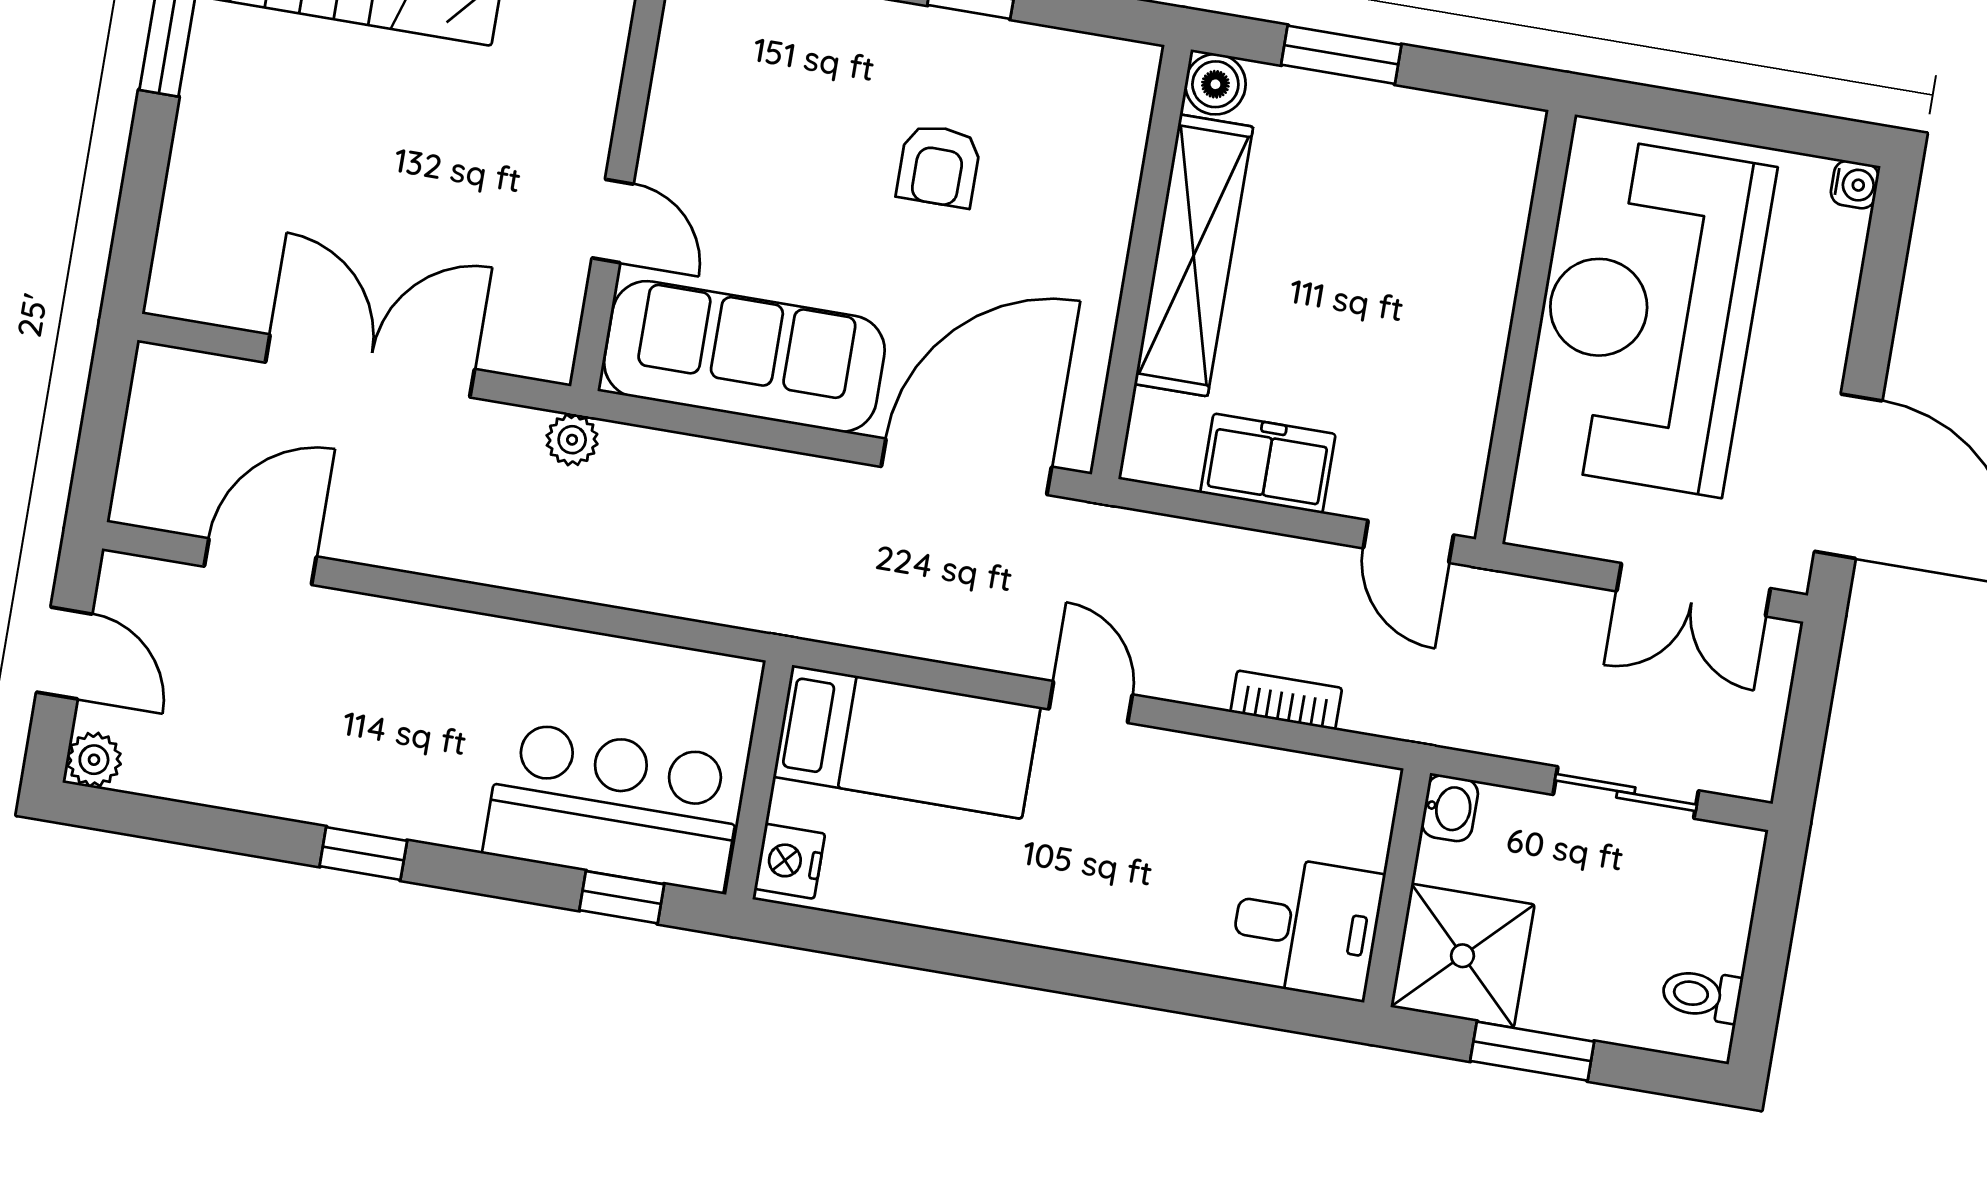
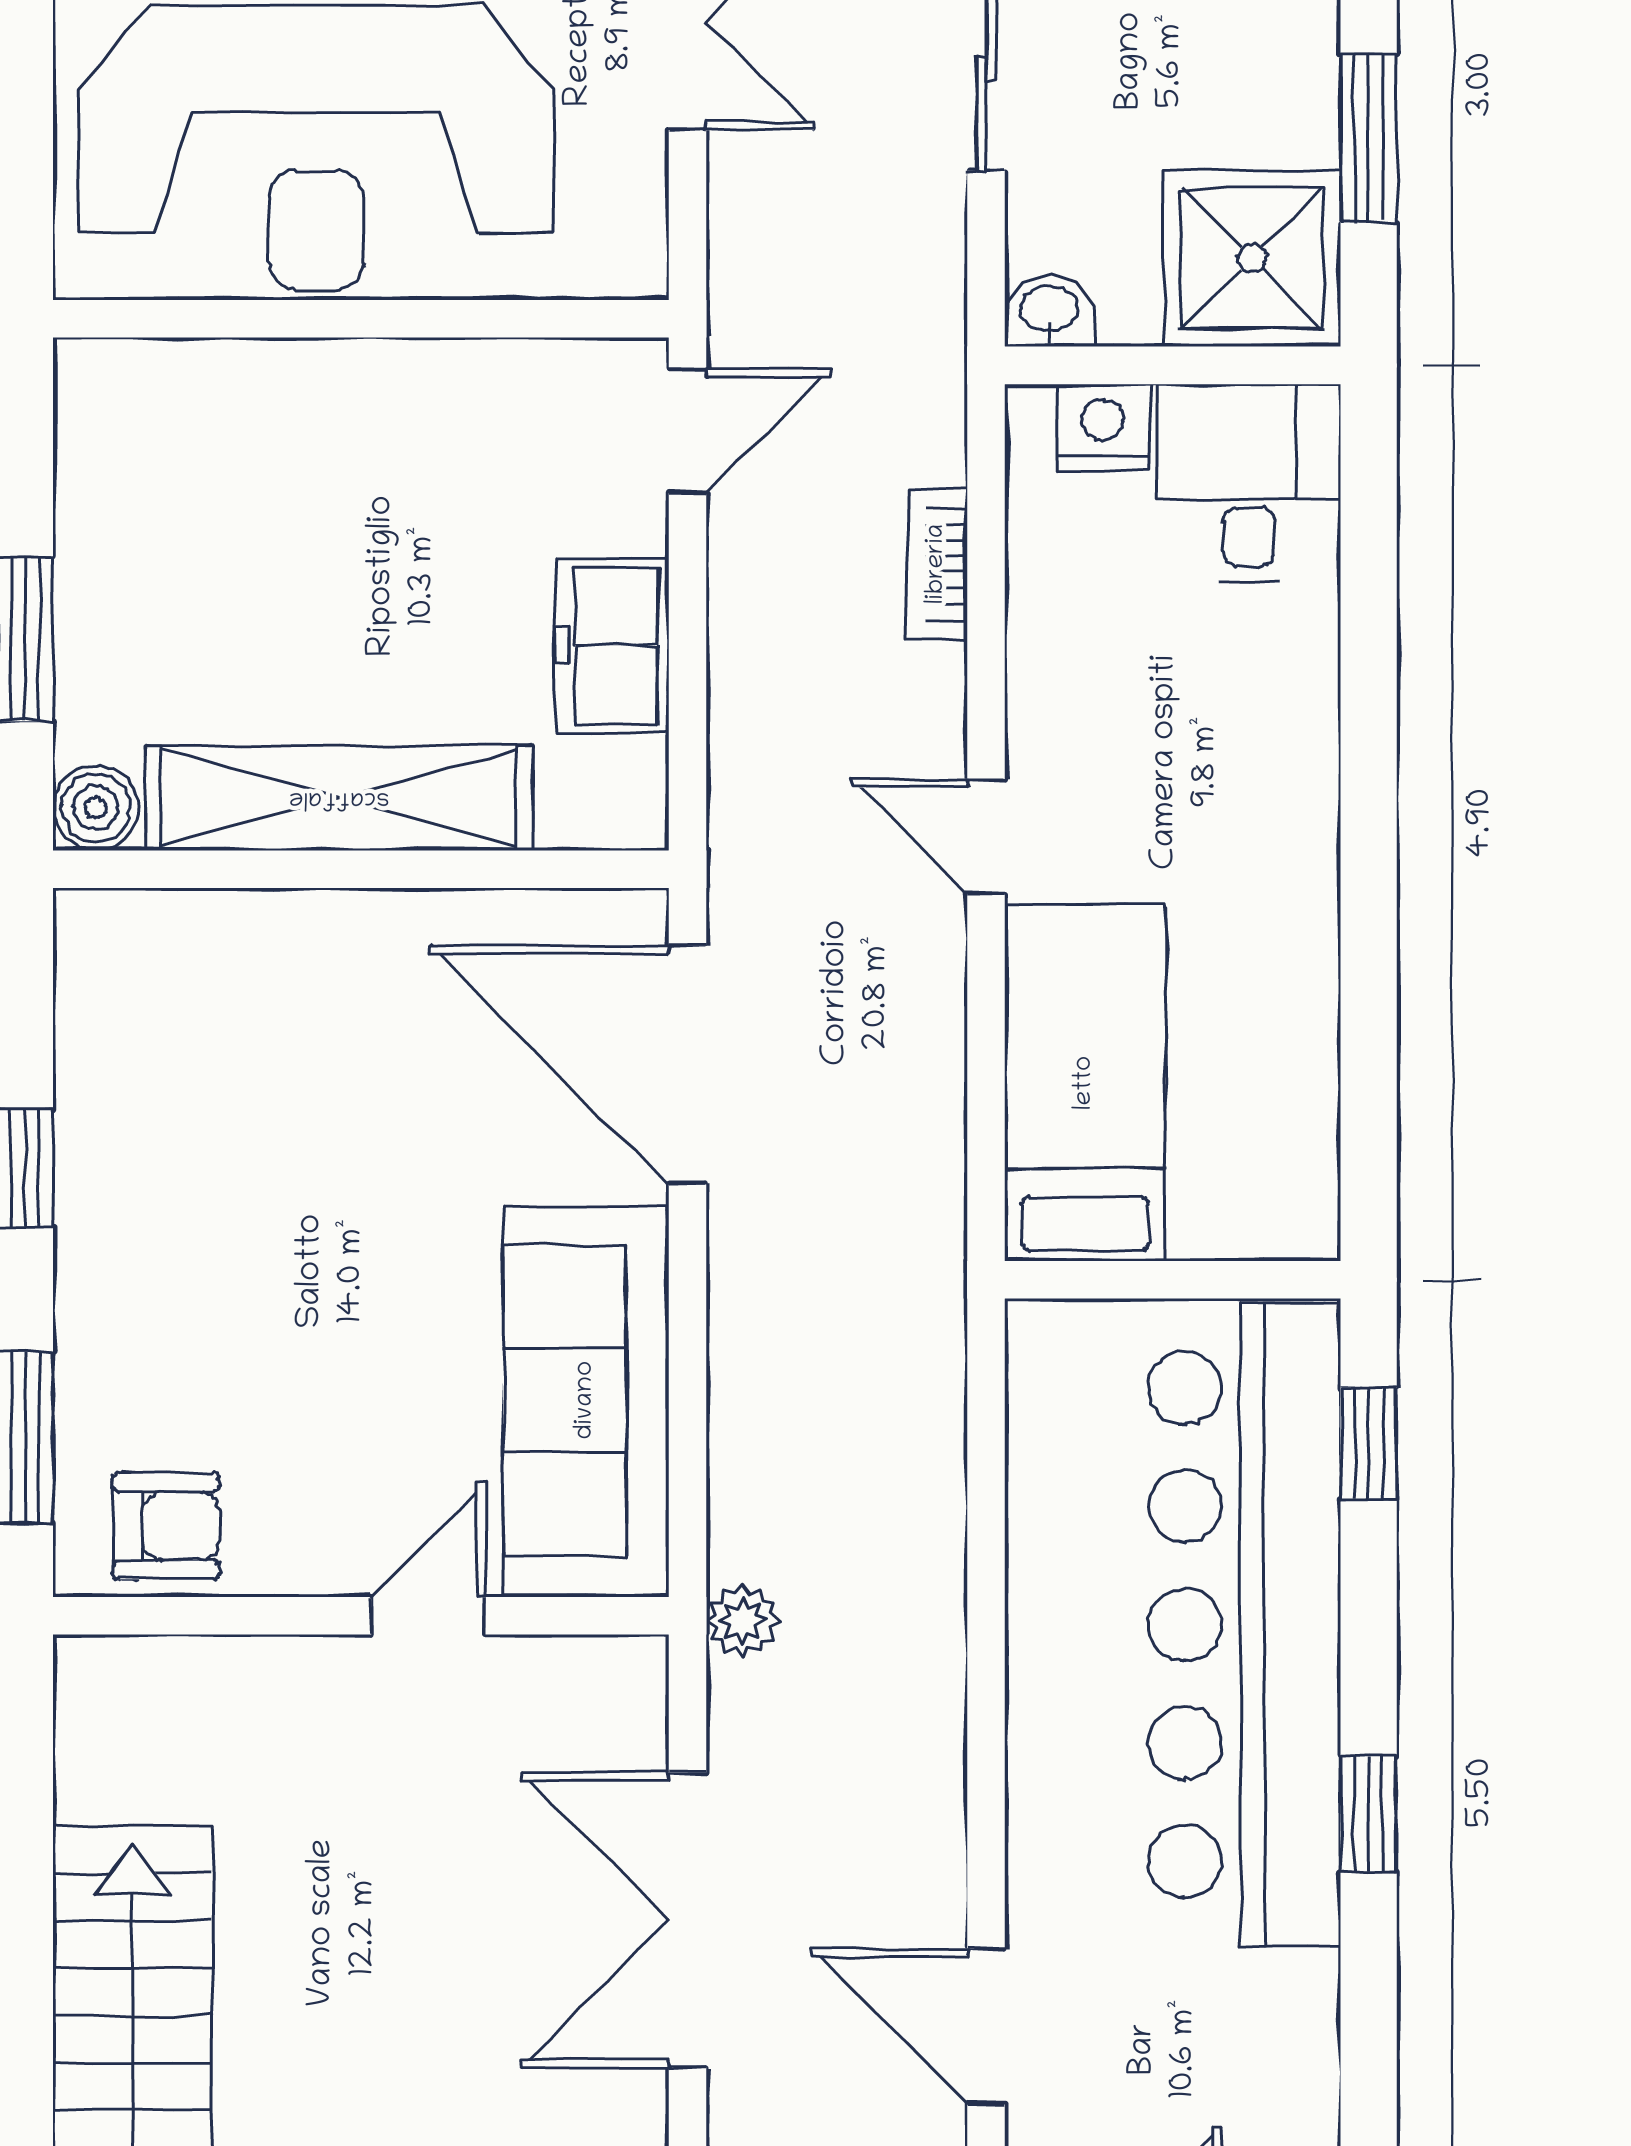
armchair: (939, 166) -> (166, 1526), moved
door: (1091, 702) -> (986, 836), hinge flipped
bar counter: (614, 807) -> (1244, 1625), width x1.86
nightstand: (790, 861) -> (1103, 427), moved, turned 180

